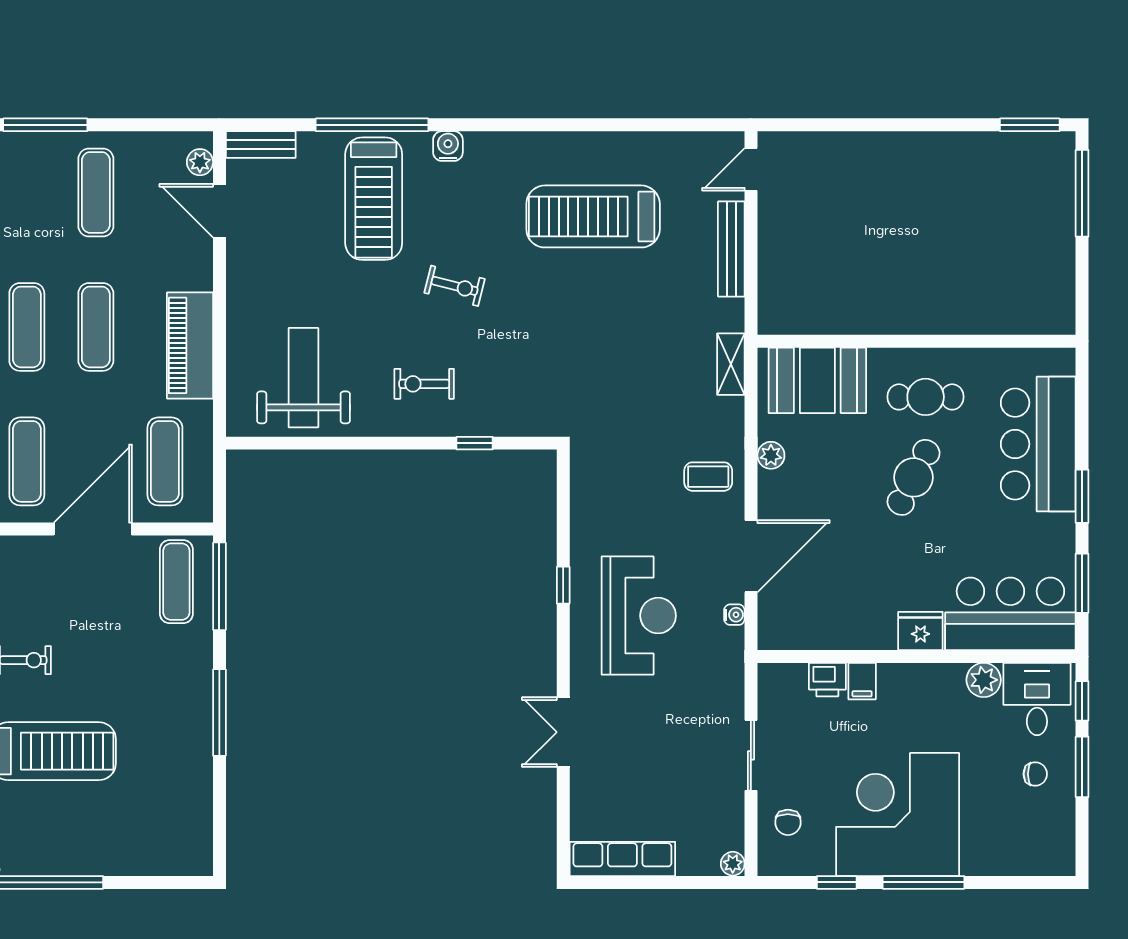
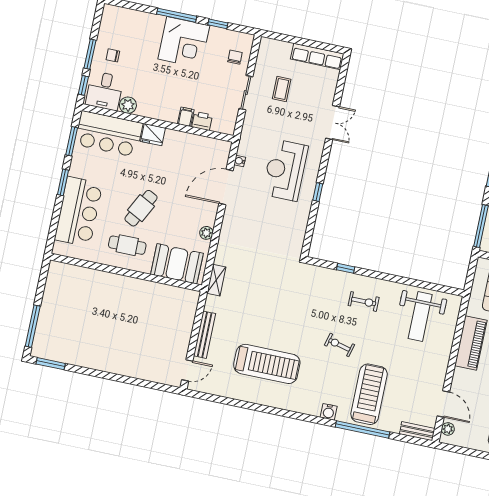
coffee table: (708, 477) -> (282, 89), moved, turned 90
corner desk: (898, 814) -> (184, 42), width x0.74, depth x0.74
plant: (733, 864) -> (265, 43), removed

